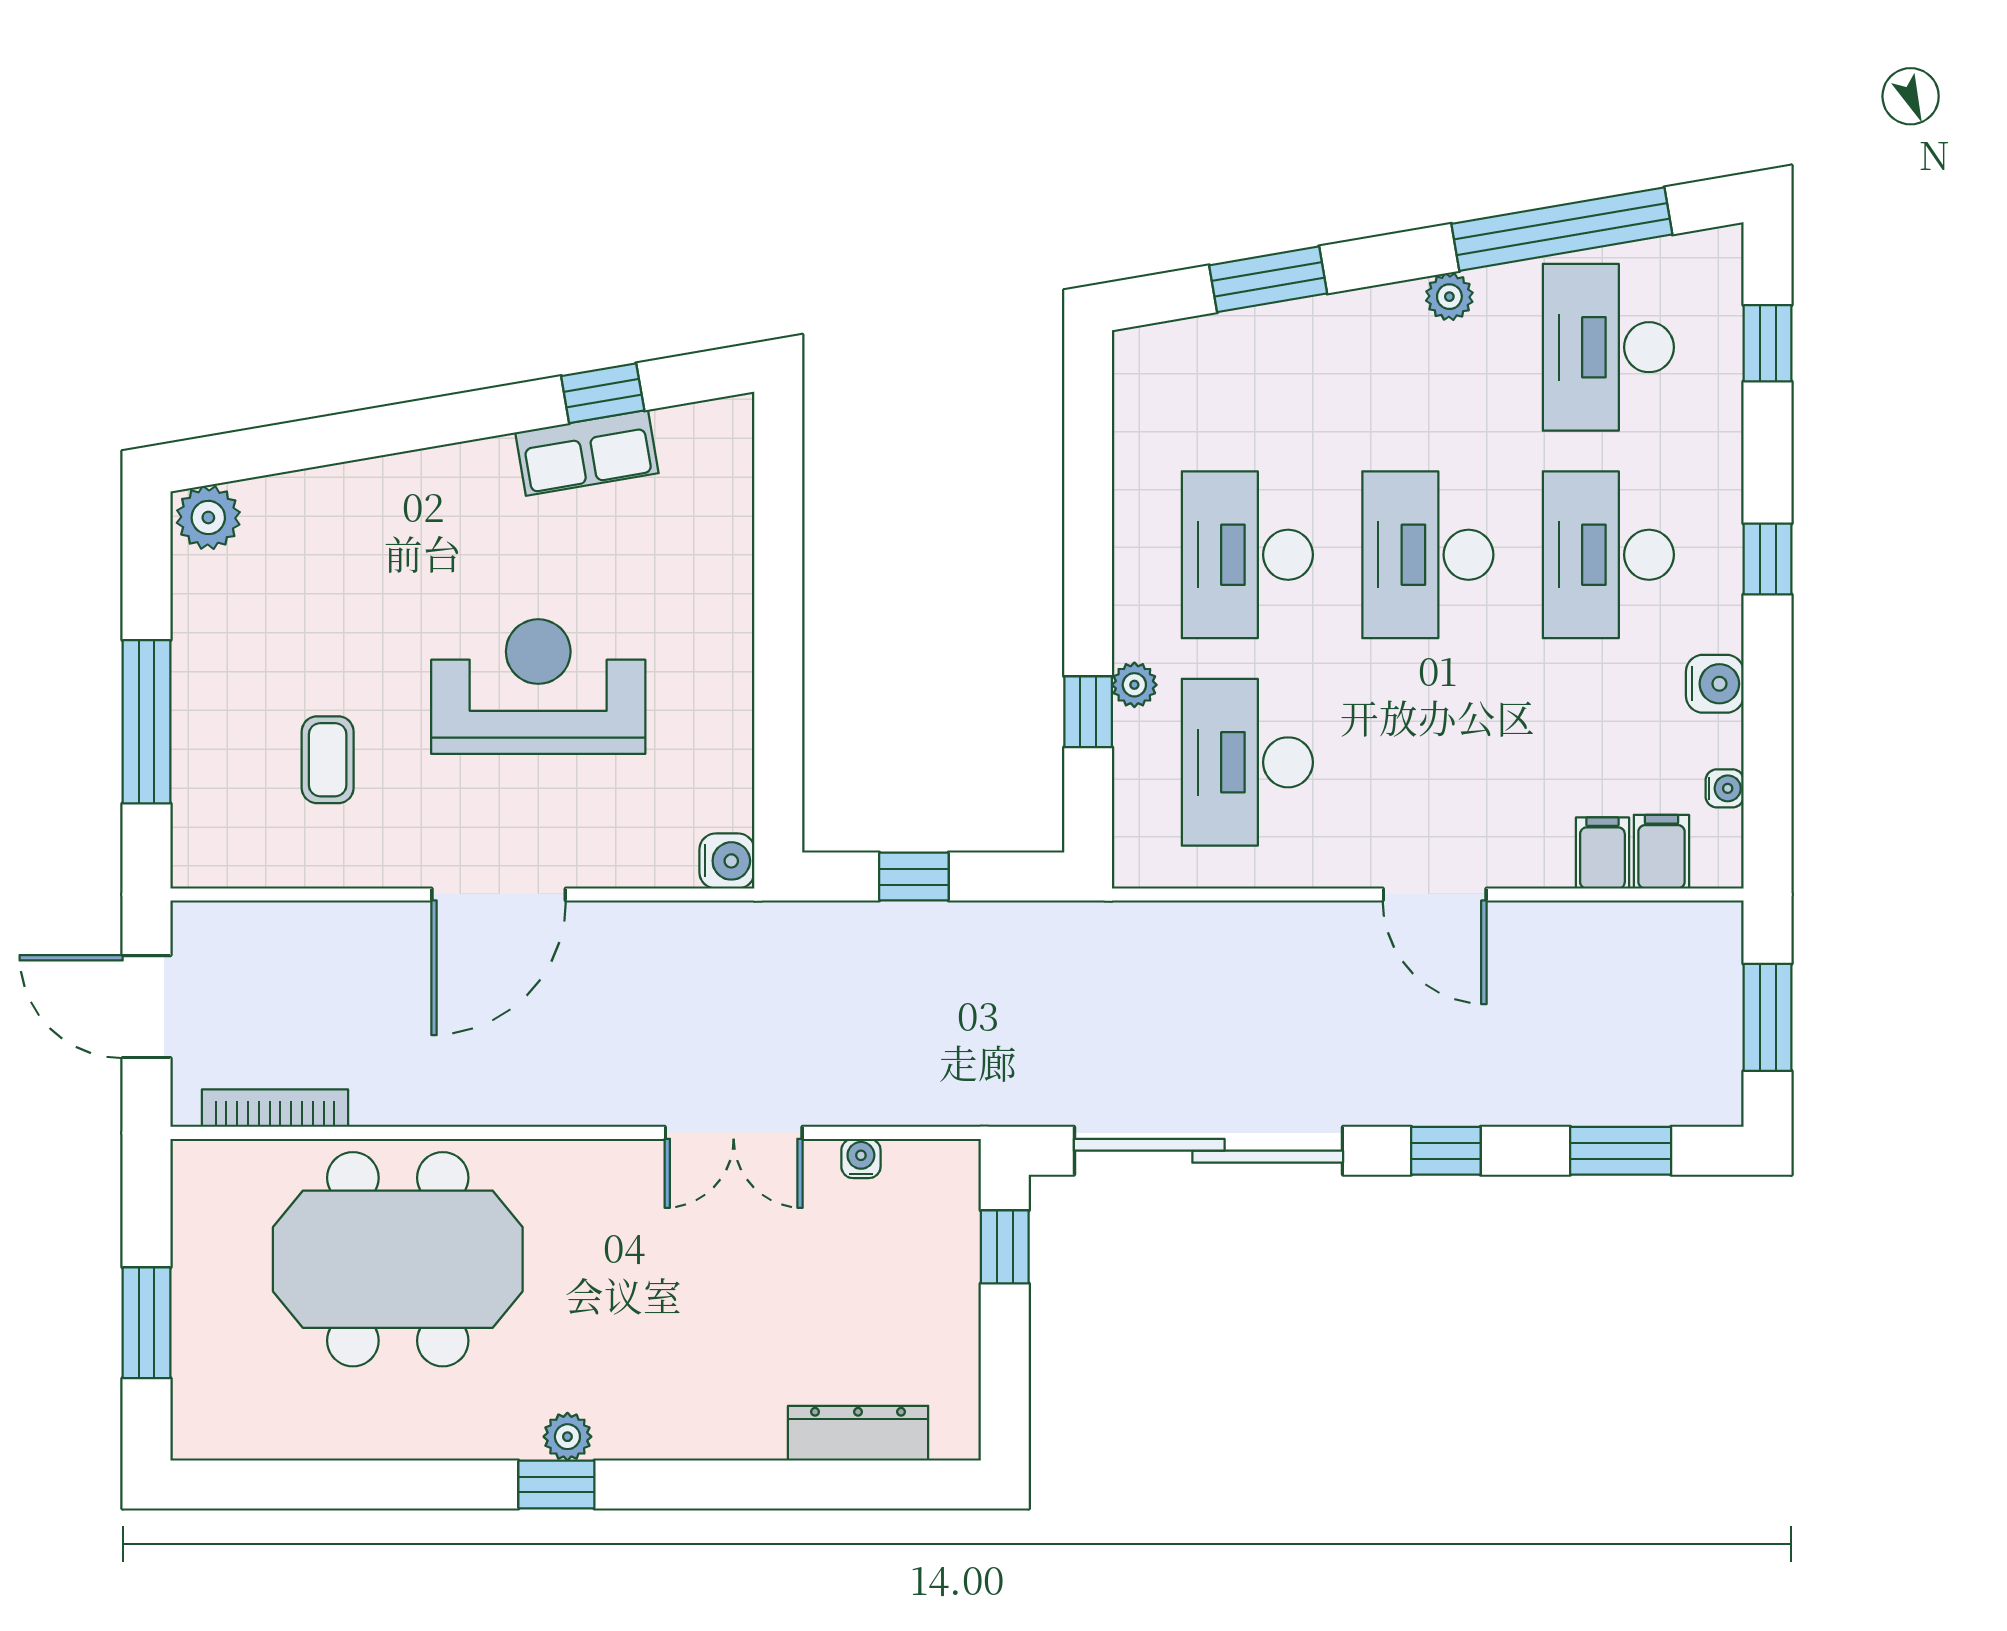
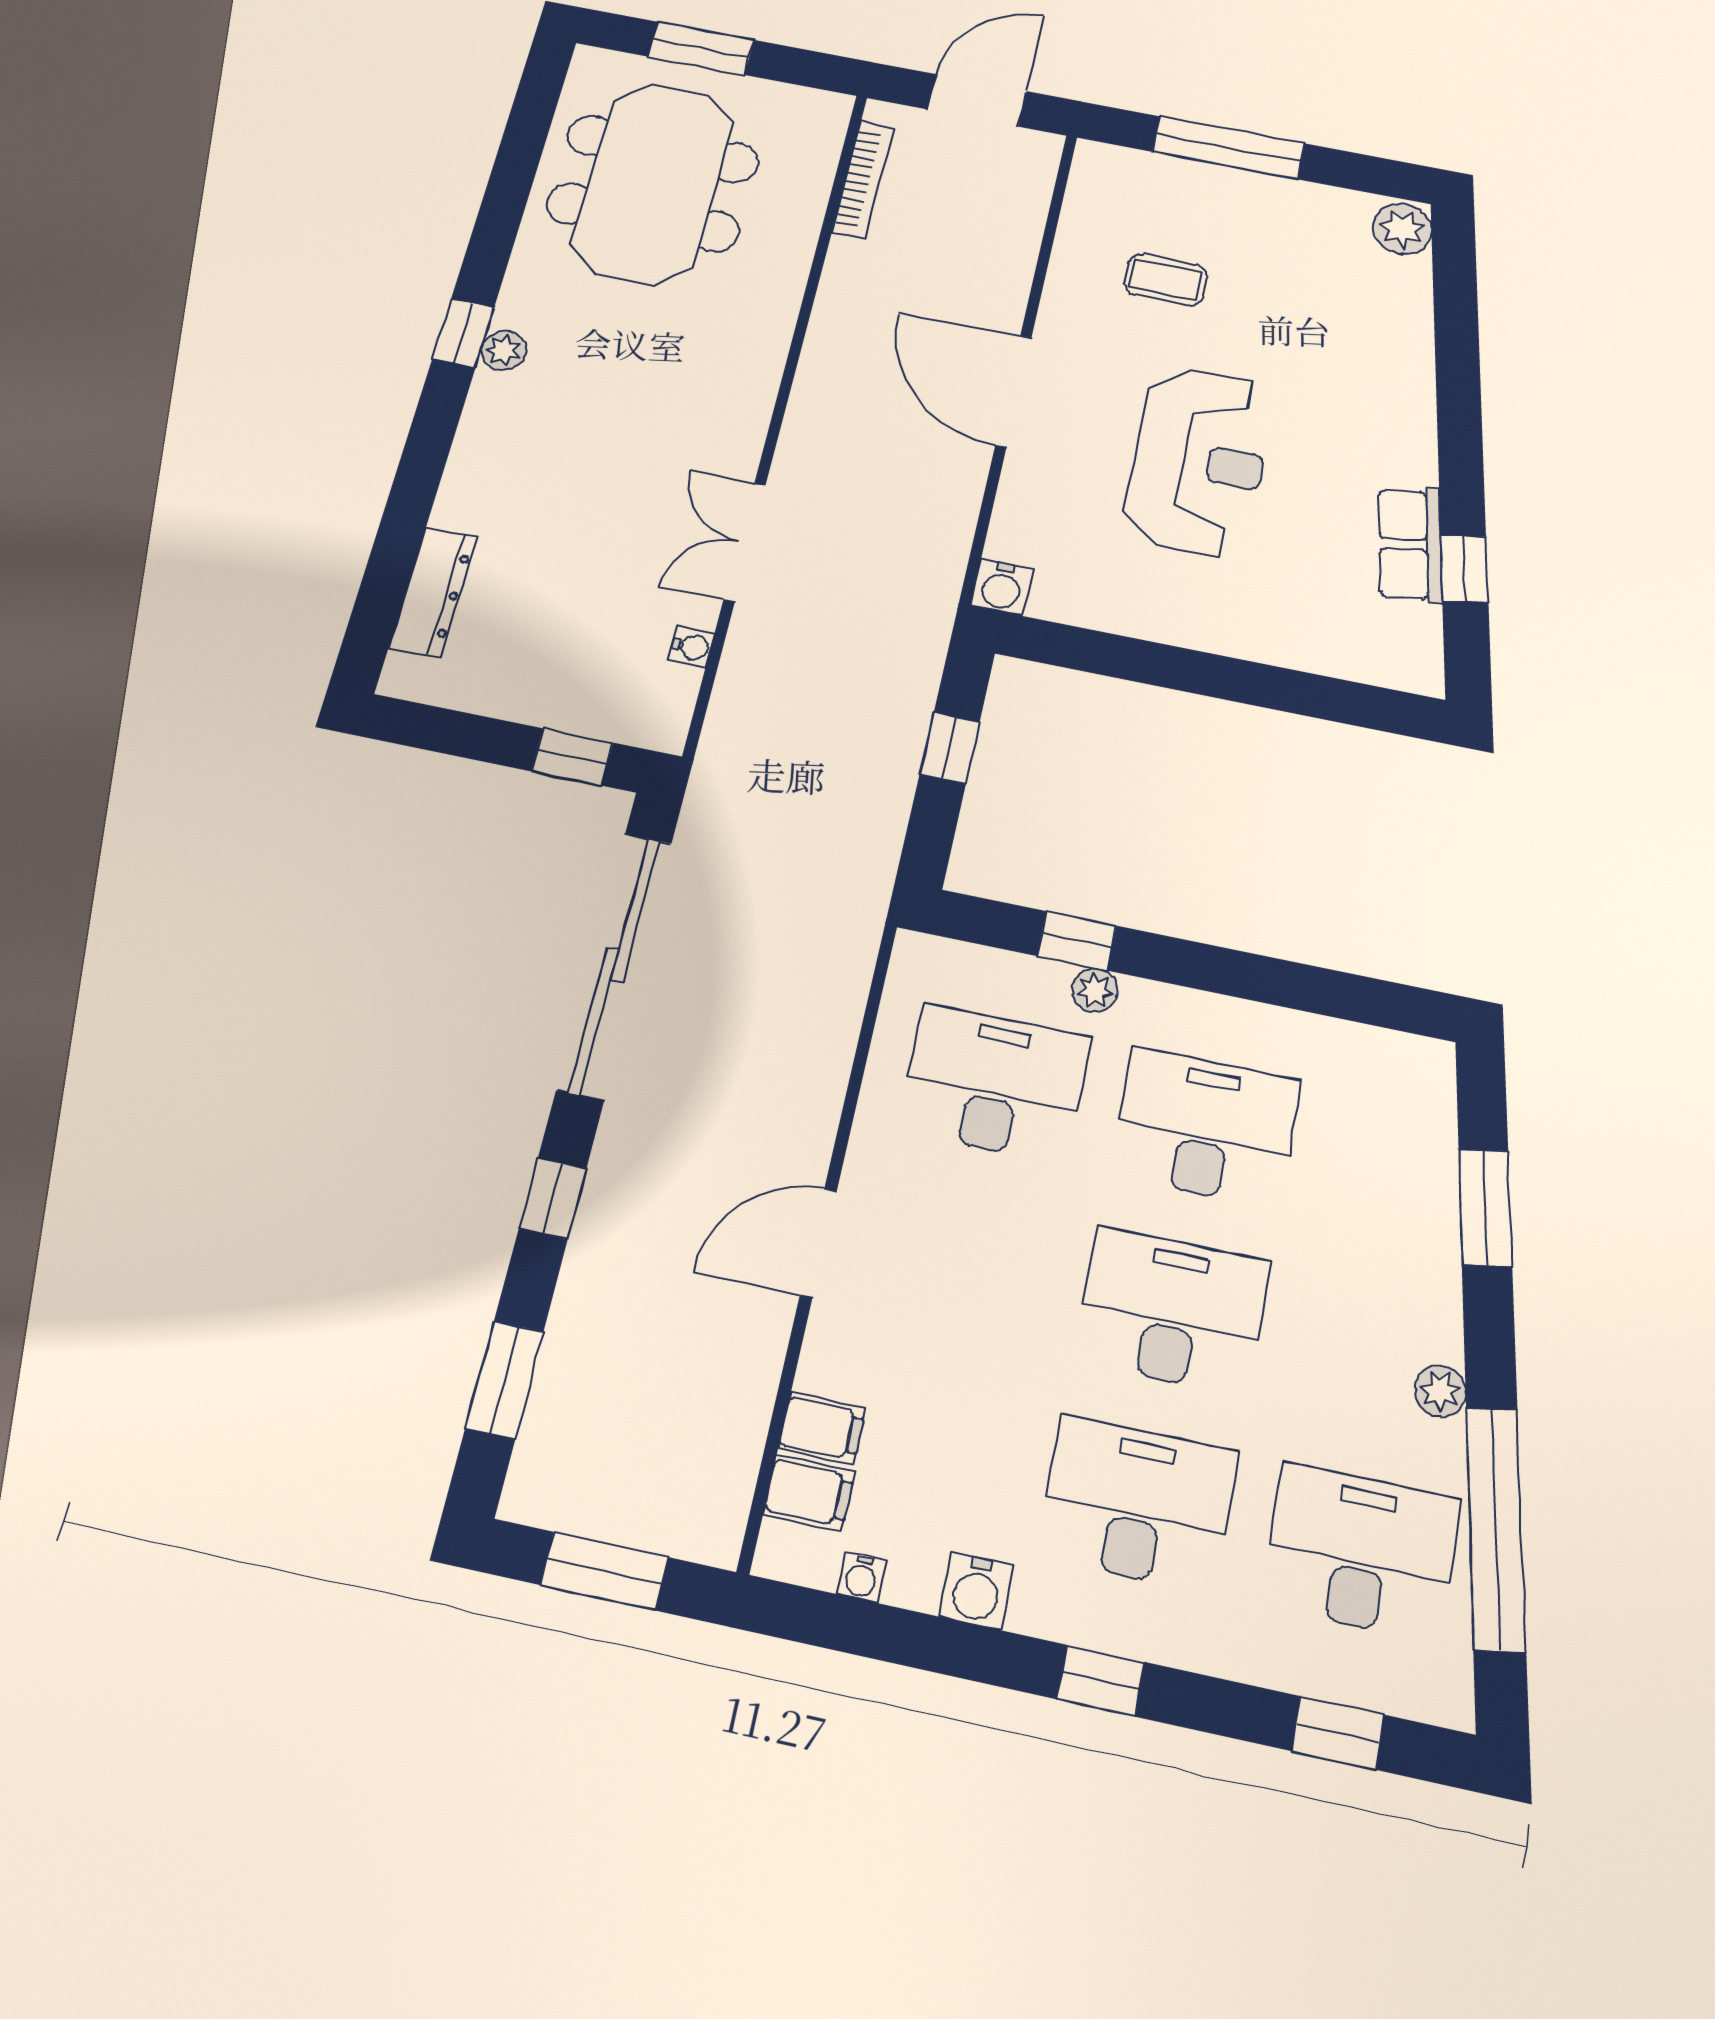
meeting table: (398, 1259) -> (653, 183), moved

